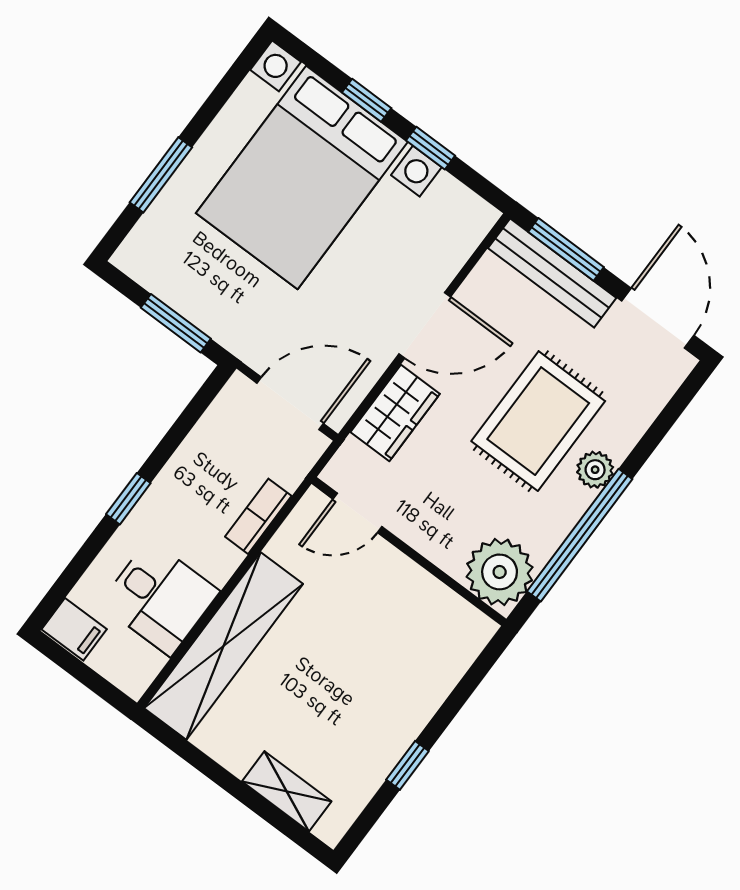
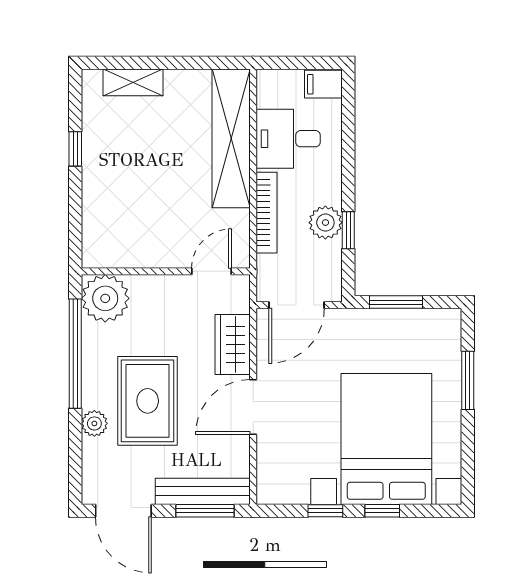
plant: (595, 470) -> (94, 423), moved
plant: (188, 472) -> (325, 223), added
window: (128, 499) -> (348, 230), moved
bookcase: (258, 516) -> (267, 213), width x1.56

